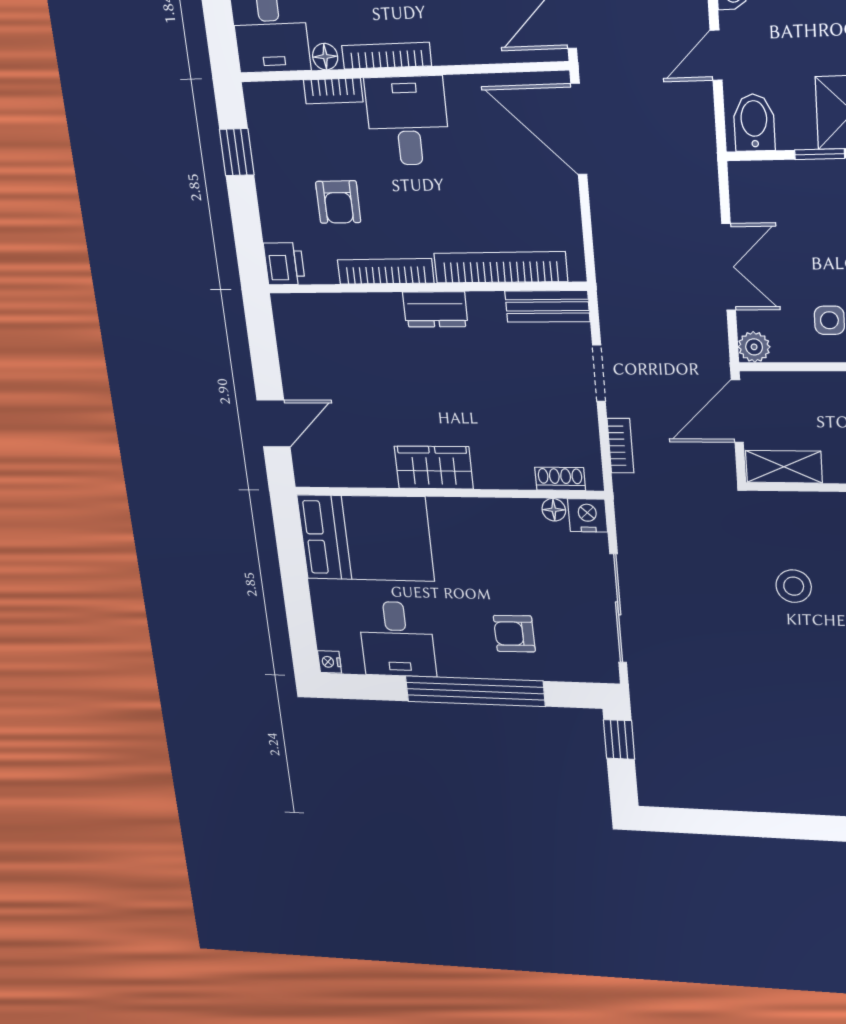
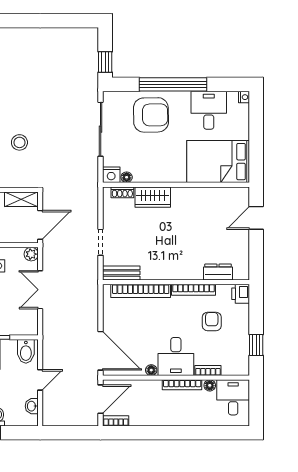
floor lamp: (459, 87) -> (151, 370), added
dresser: (435, 309) -> (218, 272), moved
bookcase: (621, 446) -> (93, 208), removed
wardrobe: (434, 468) -> (153, 197), moved
armchair: (514, 634) -> (151, 115), width x1.88, depth x1.88

